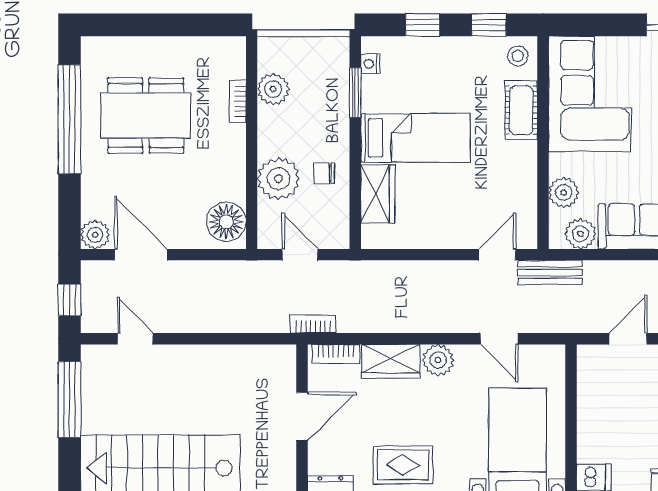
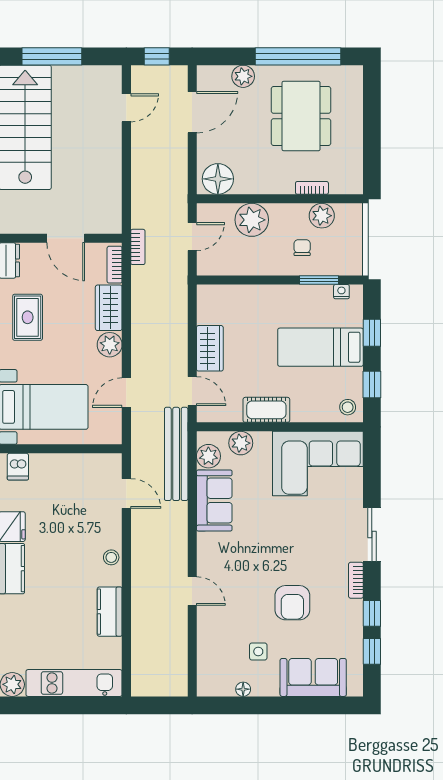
cot: (521, 110) -> (266, 410), moved
bed: (415, 138) -> (320, 347), moved, turned 90
chair: (324, 173) -> (302, 248), moved
wardrobe: (378, 194) -> (210, 348), moved, turned -90
plant: (95, 235) -> (243, 76), moved
bench: (550, 272) -> (176, 454), width x1.86, depth x1.21
window: (70, 400) -> (52, 56), moved

